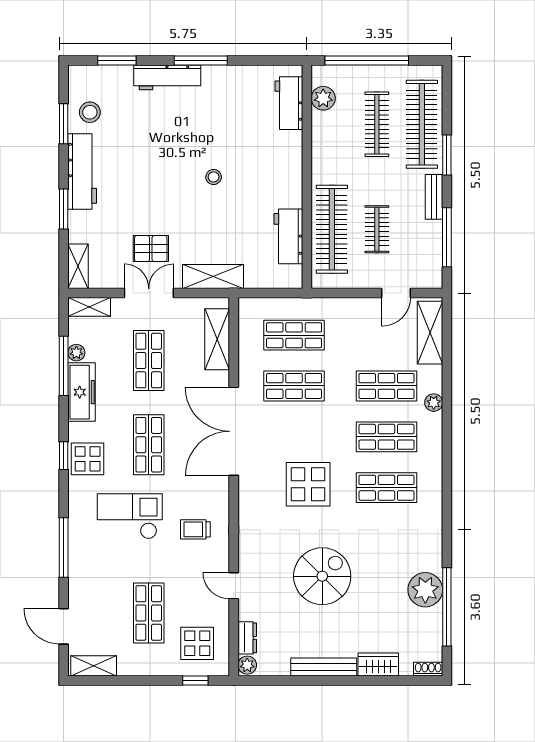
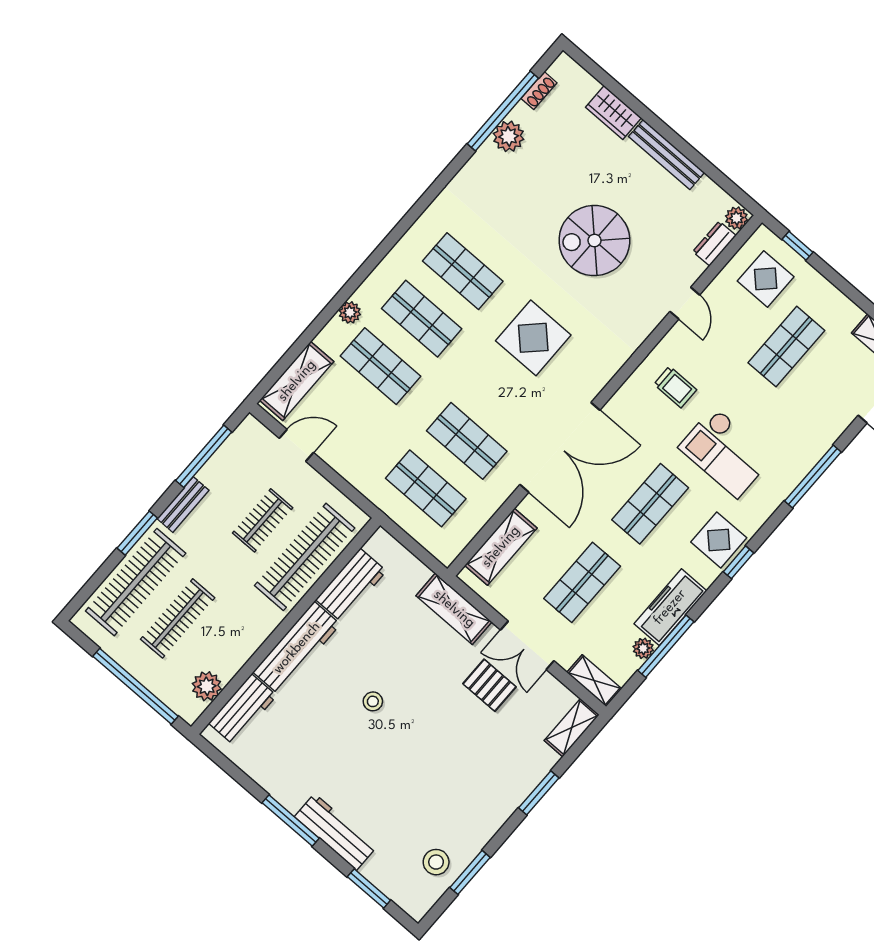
workbench: (82, 171) -> (297, 648), moved, turned 180
plant: (425, 590) -> (509, 136), width x0.73, depth x0.73
shoe rack: (428, 669) -> (539, 91), moved, turned -90

